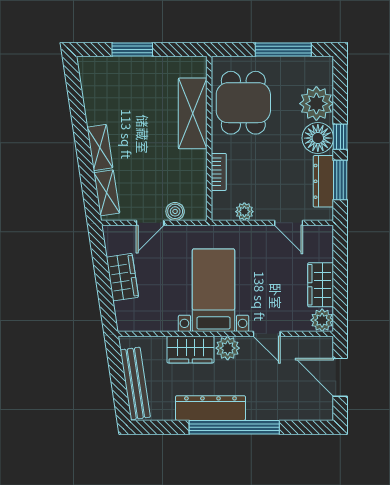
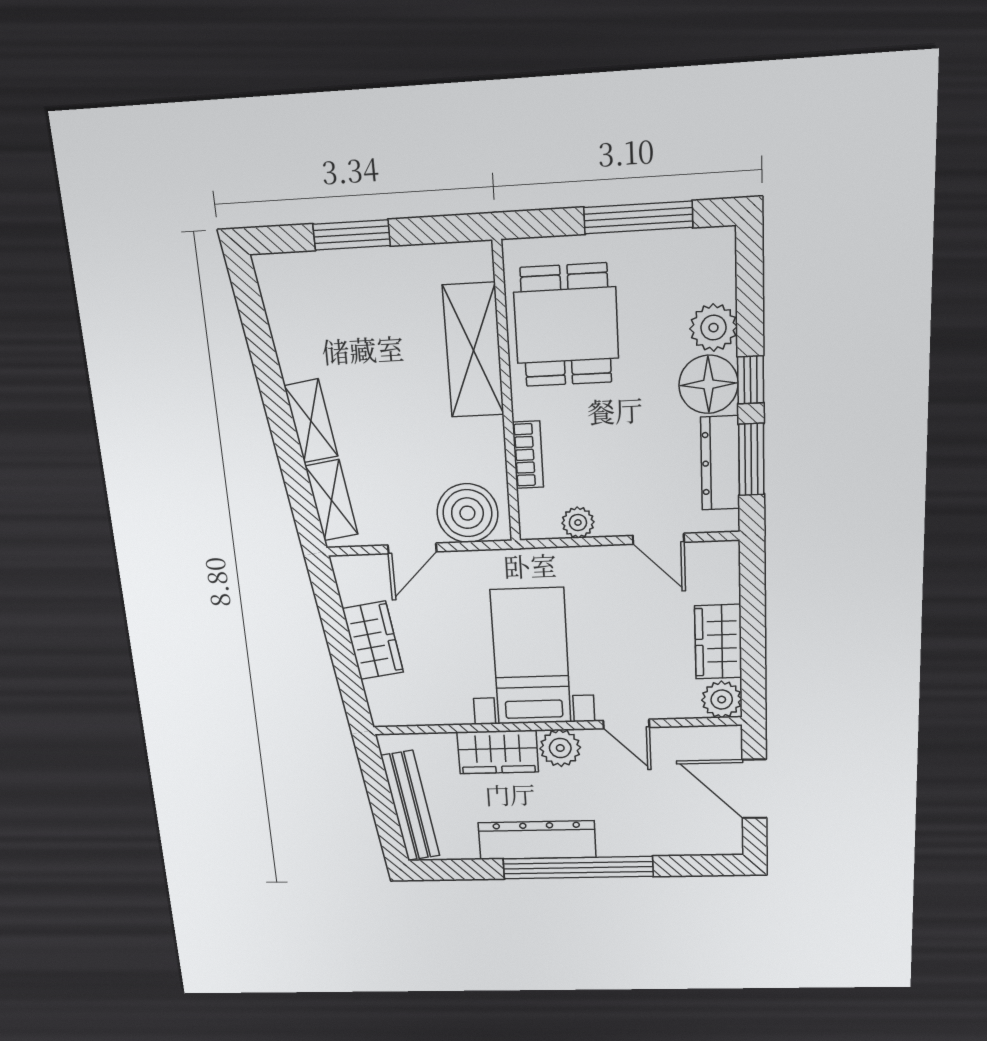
plant: (316, 104) -> (713, 328), width x0.73, depth x0.73
boiler: (175, 211) -> (467, 513), width x1.86, depth x1.86

